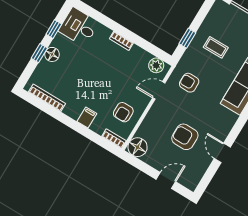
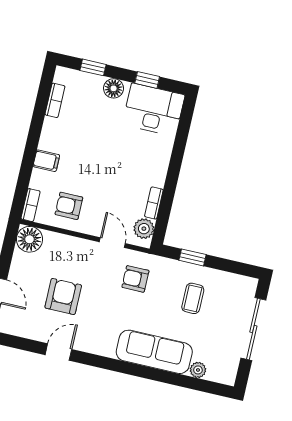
desk: (79, 27) -> (154, 110), width x1.37
bookcase: (121, 41) -> (154, 203), moved
window: (39, 53) -> (93, 67), moved
armchair: (189, 83) -> (135, 279), turned -90
bookcase: (47, 98) -> (55, 100), width x0.64

